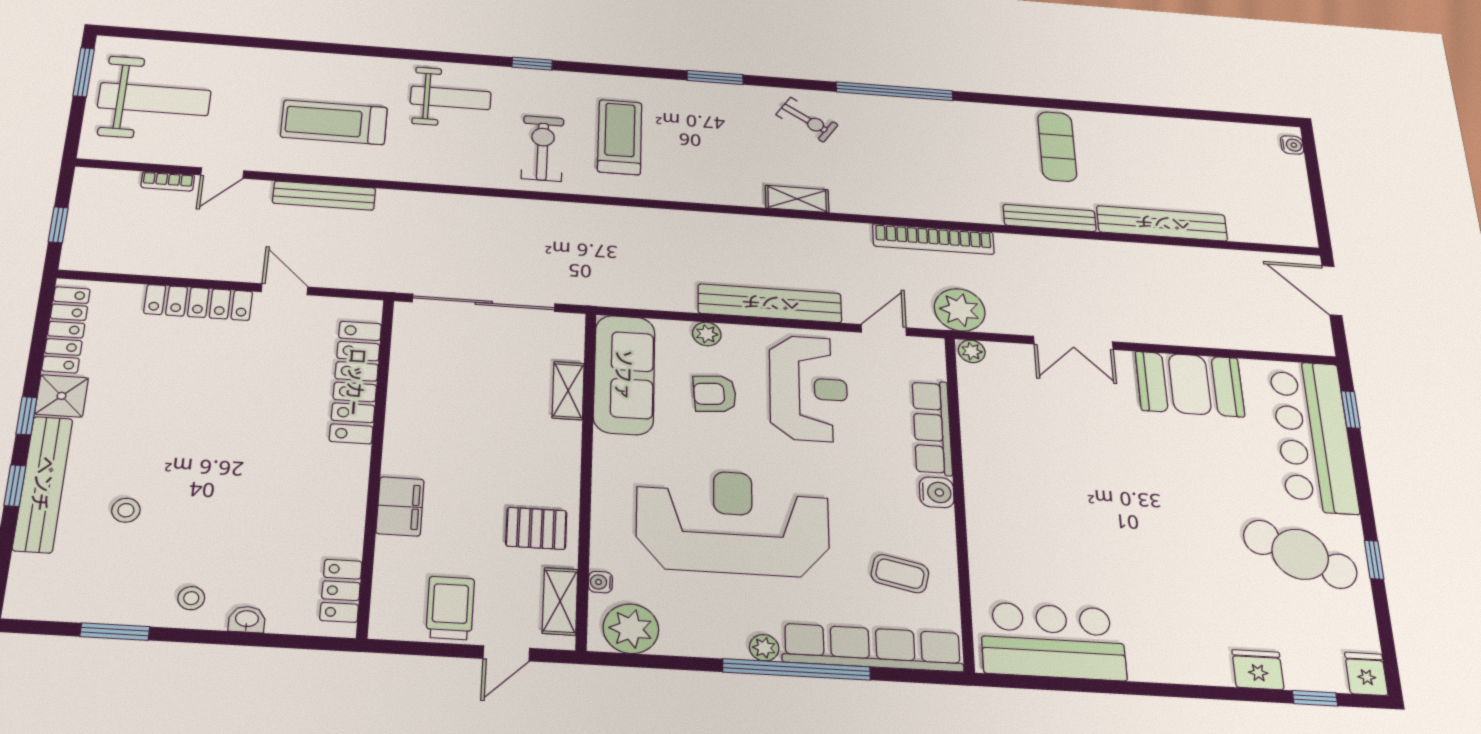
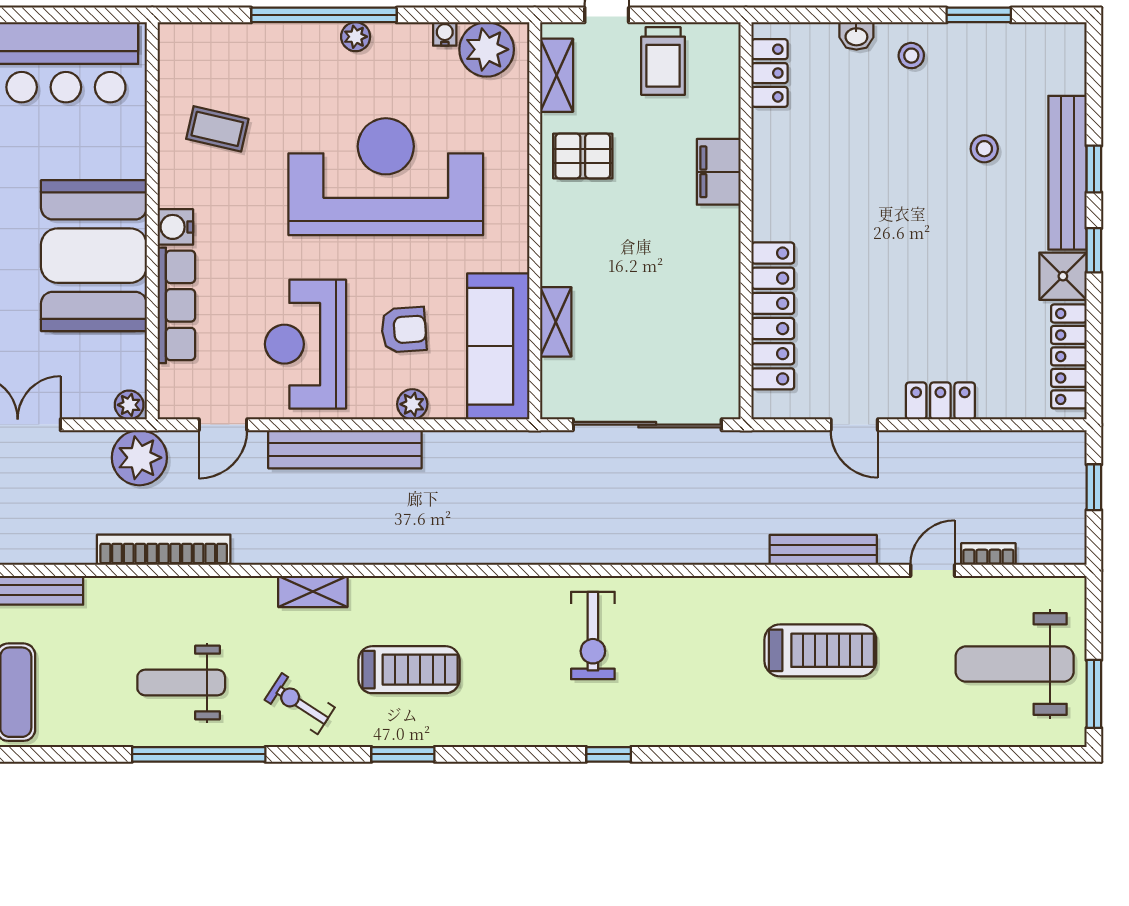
weight bench: (451, 98) -> (181, 683), moved
treadmill: (620, 137) -> (409, 670), moved, turned -90
locker: (198, 302) -> (940, 401), width x0.66
booth: (1013, 473) -> (94, 256), added
reception desk: (733, 522) -> (386, 177), turned 180
water cooler: (600, 582) -> (445, 34), moved, turned -90
row of seats: (873, 648) -> (248, 44), removed

